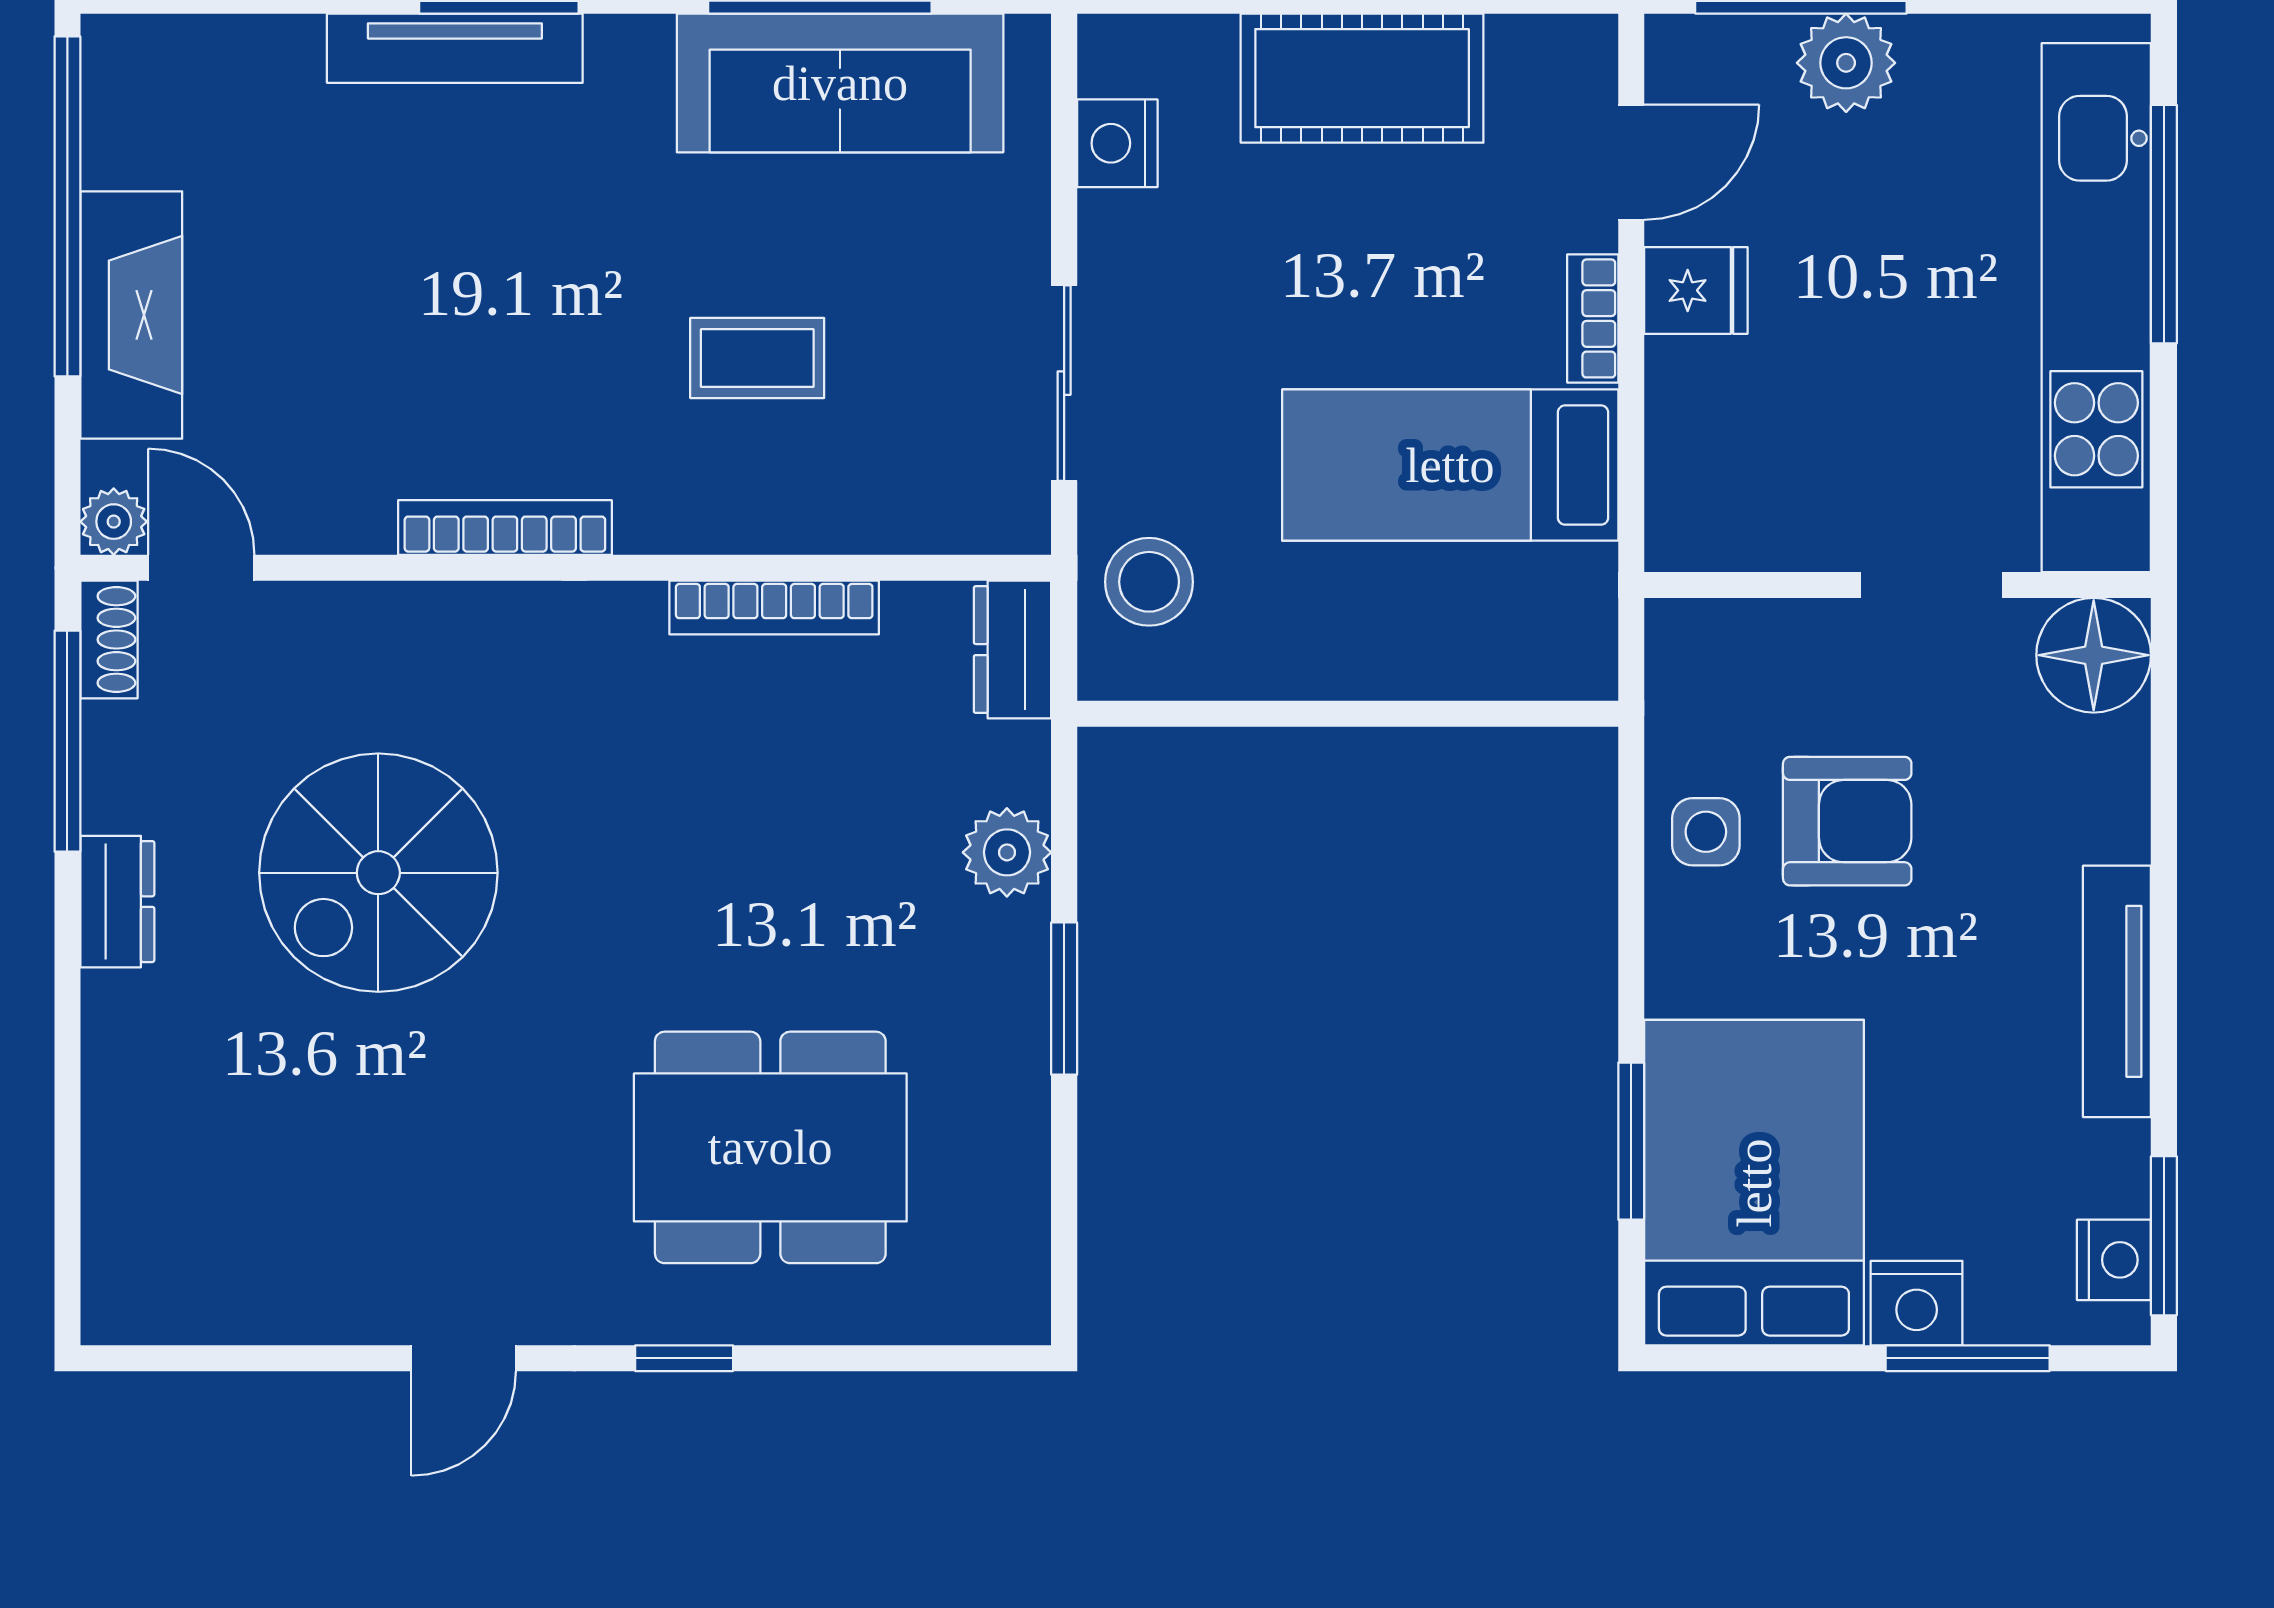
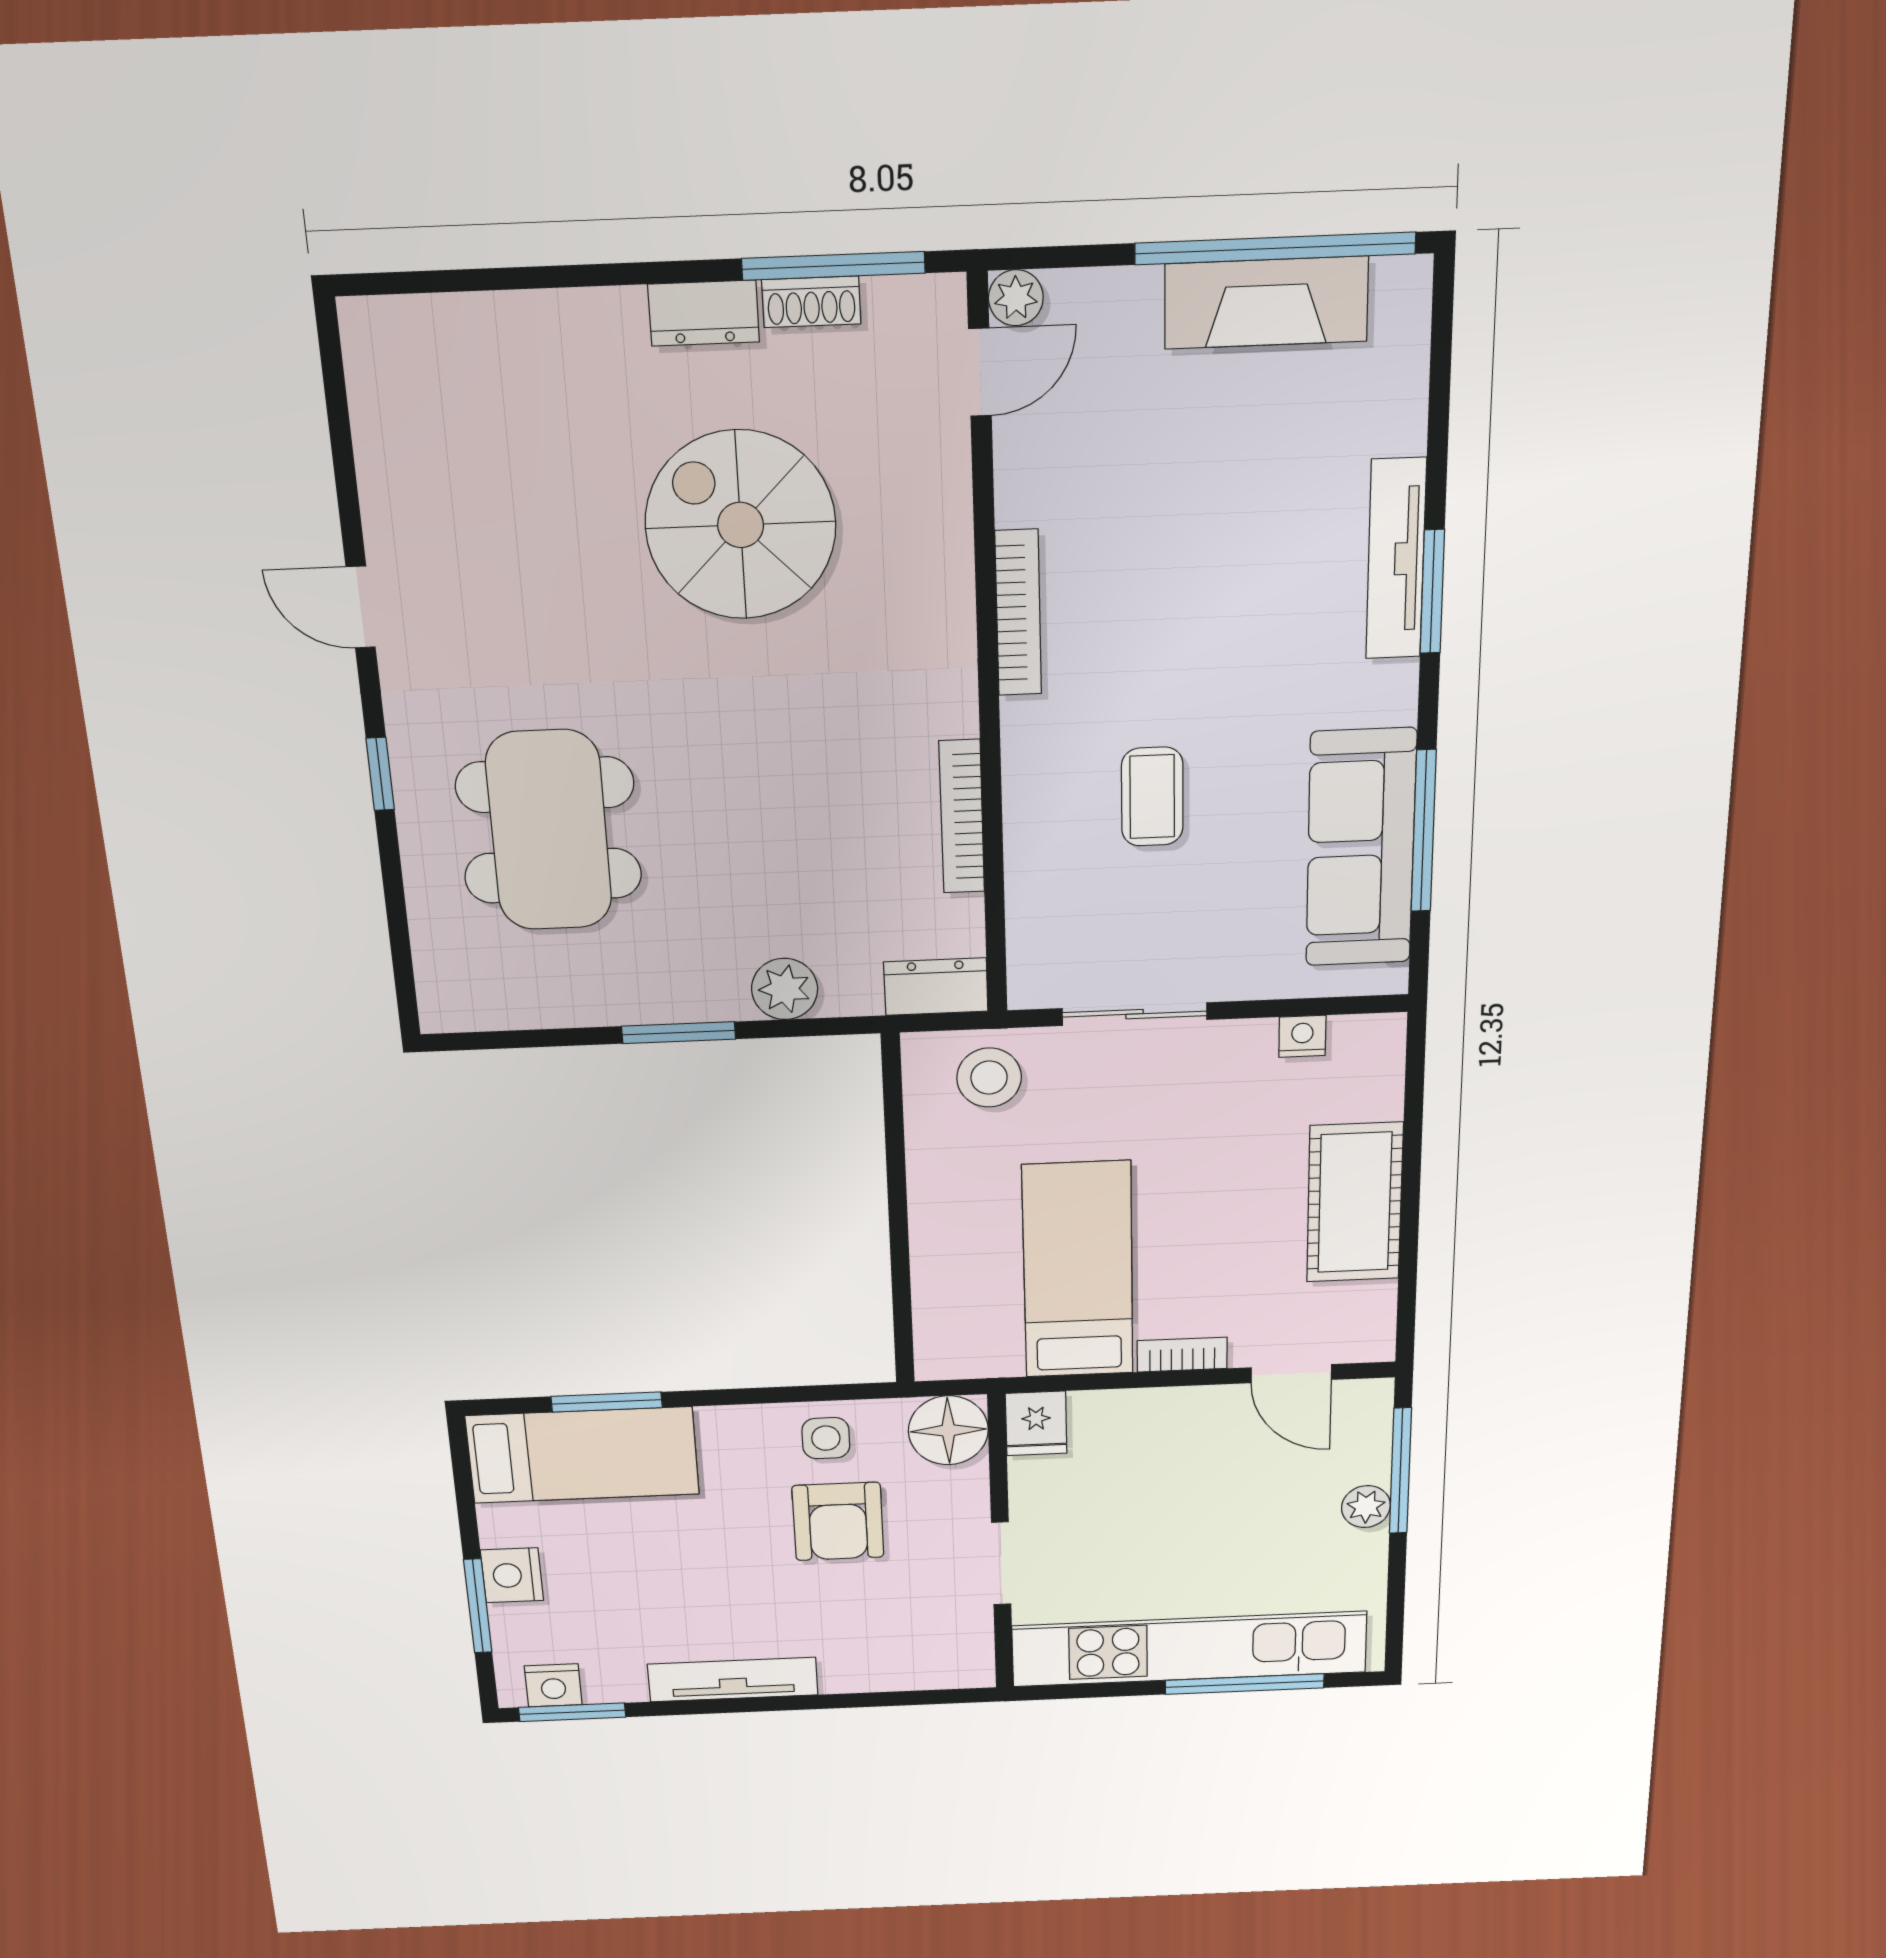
plant: (1846, 63) -> (1366, 1507), width x0.73, depth x0.73
nightstand: (1117, 143) -> (1302, 1036), width x0.72, depth x0.74
fridge: (1696, 290) -> (1036, 1423), moved
fireplace: (131, 315) -> (1266, 303), moved
shoe rack: (109, 640) -> (811, 302), moved
floor lamp: (2094, 655) -> (948, 1430), moved
bed: (1754, 1183) -> (583, 1455), width x0.67

